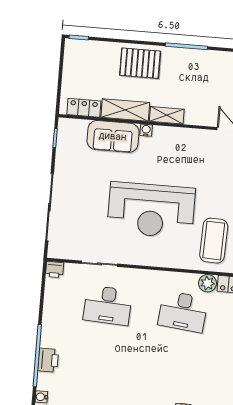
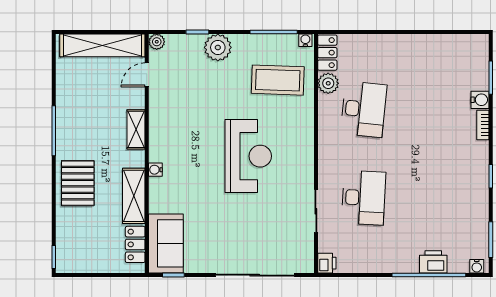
shelving: (167, 115) -> (136, 129), moved
sofa: (113, 136) -> (166, 243), moved
reception desk: (151, 210) -> (248, 156), width x0.74, depth x0.77

